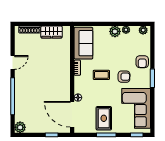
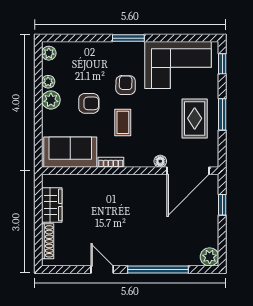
armchair: (142, 62) -> (89, 103), moved
rug: (104, 118) -> (195, 118), turned 90

